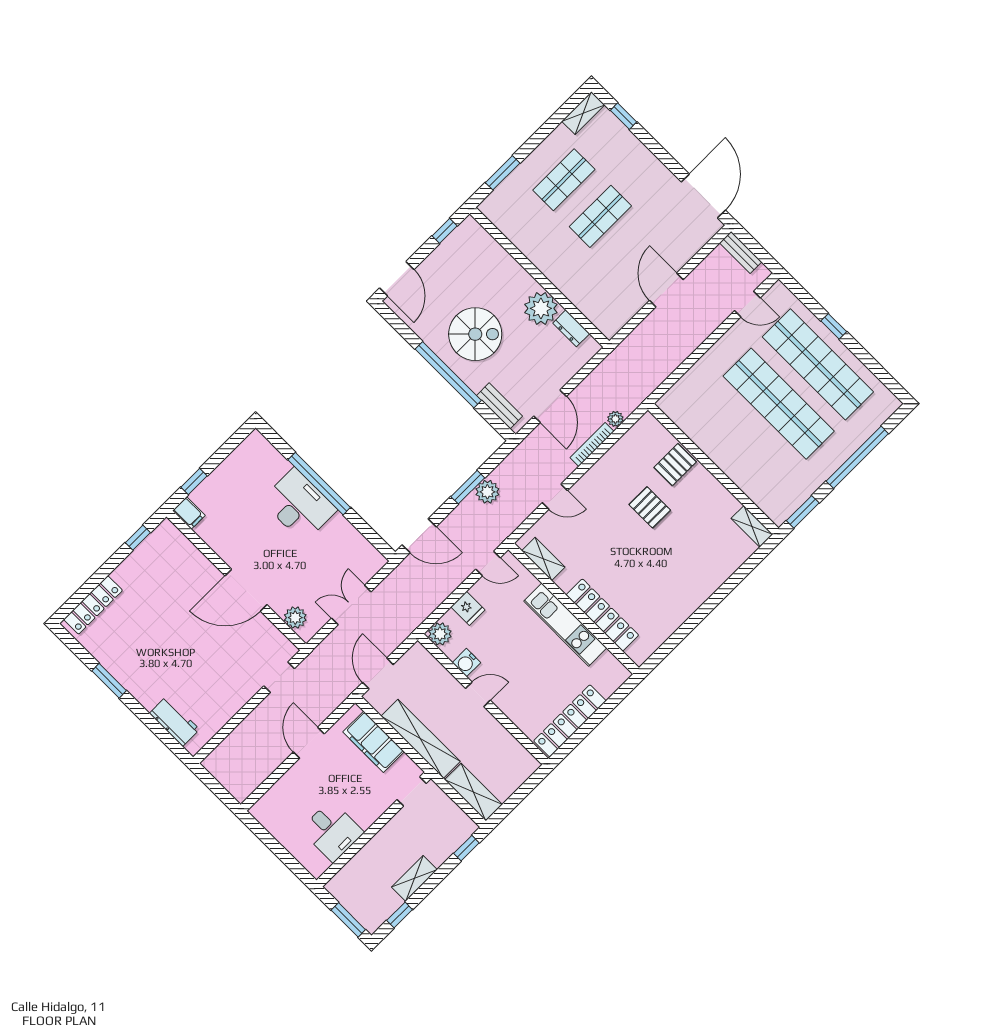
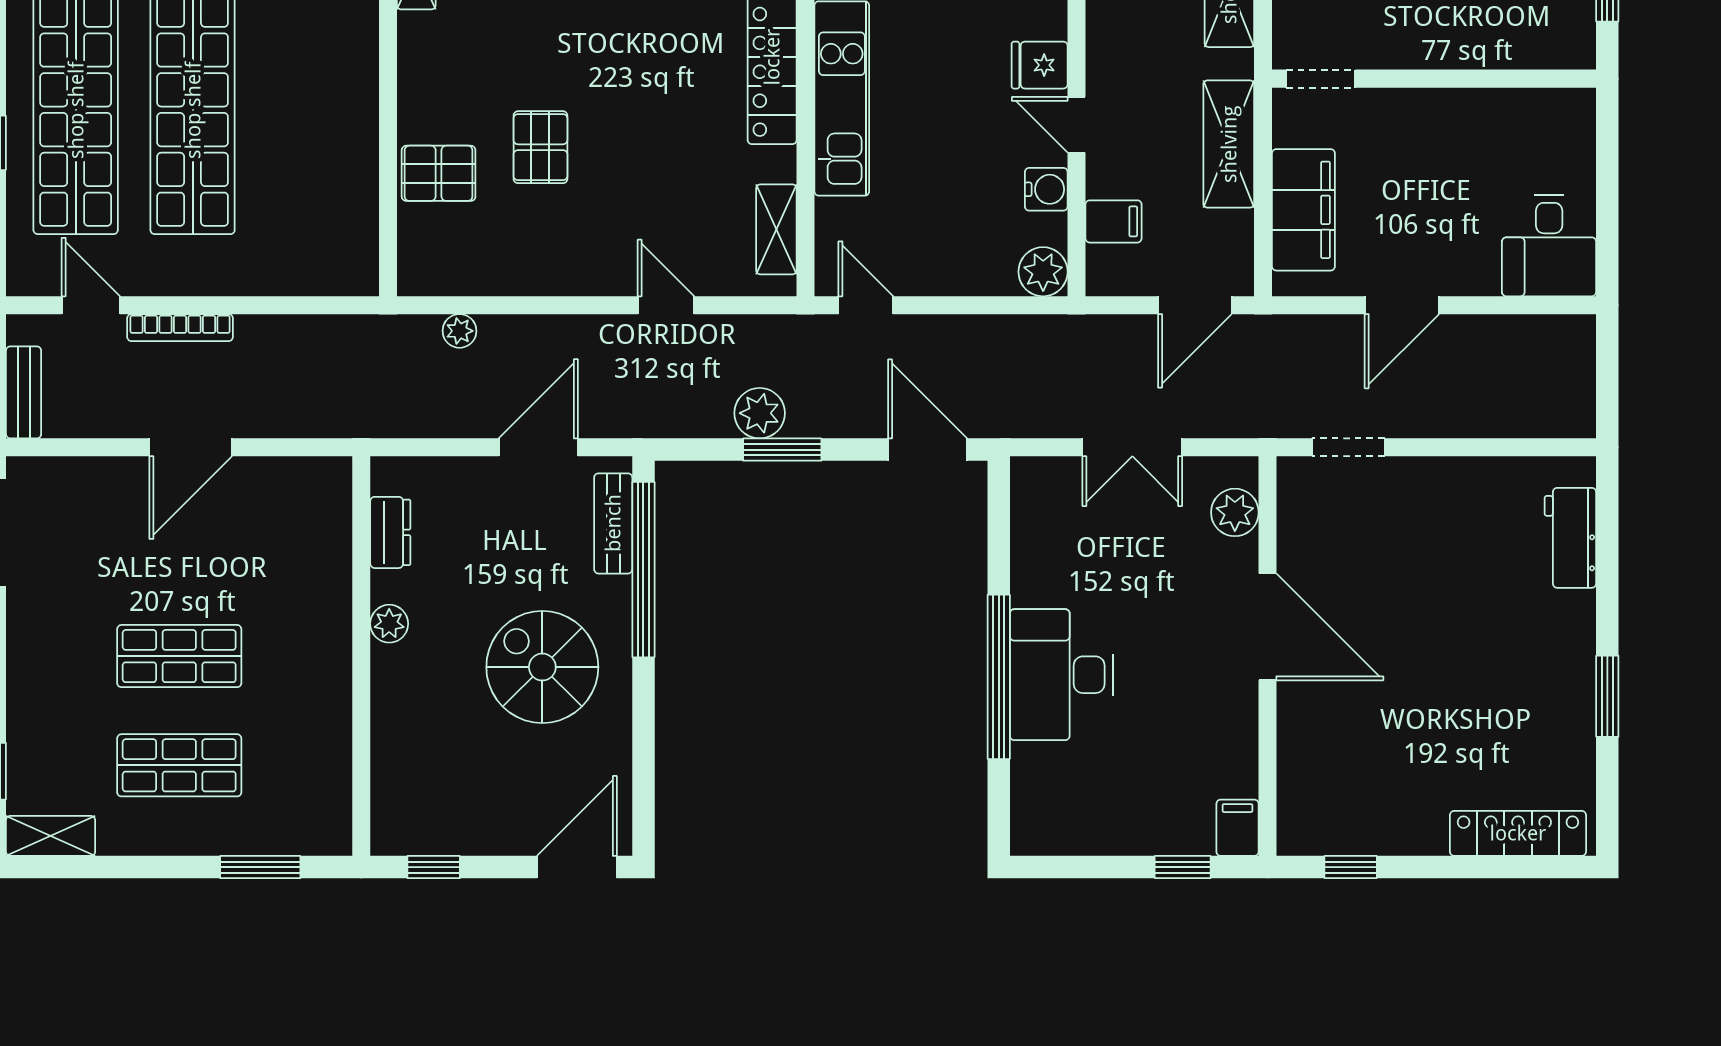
plant: (541, 308) -> (389, 624), width x0.53, depth x0.53
window: (448, 375) -> (643, 570), moved
bookcase: (592, 445) -> (180, 328), moved
fridge: (468, 608) -> (1040, 65), moved, turned -90
filing cabinet: (433, 674) -> (1114, 221), added
shelving: (421, 739) -> (1229, 144), width x0.68
desk: (332, 831) -> (1549, 245), moved, turned 180

